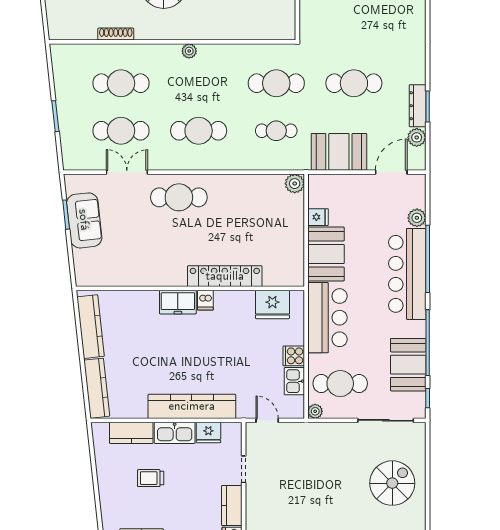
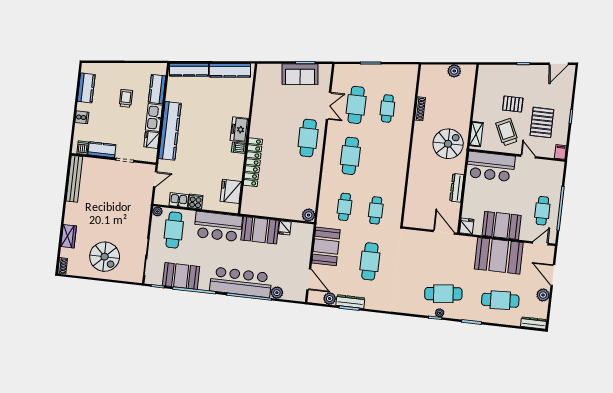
plant: (189, 51) -> (403, 156), removed
cafe table: (121, 83) -> (387, 108), width x0.73, depth x0.74
cafe table: (276, 83) -> (376, 210), width x0.73, depth x0.74

